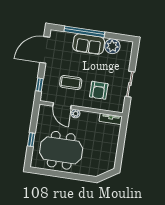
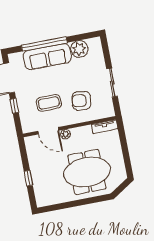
sofa: (89, 44) -> (47, 57), width x1.36
window: (40, 85) -> (14, 106), moved
armchair: (99, 90) -> (81, 101), turned 98
meeting table: (61, 150) -> (87, 172), moved

